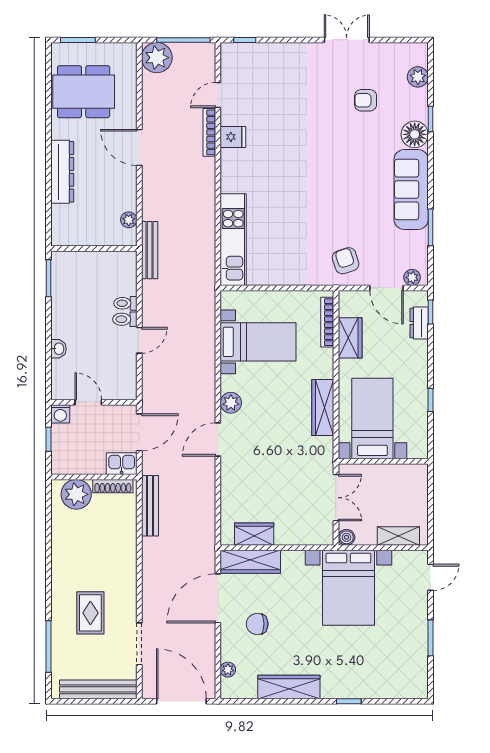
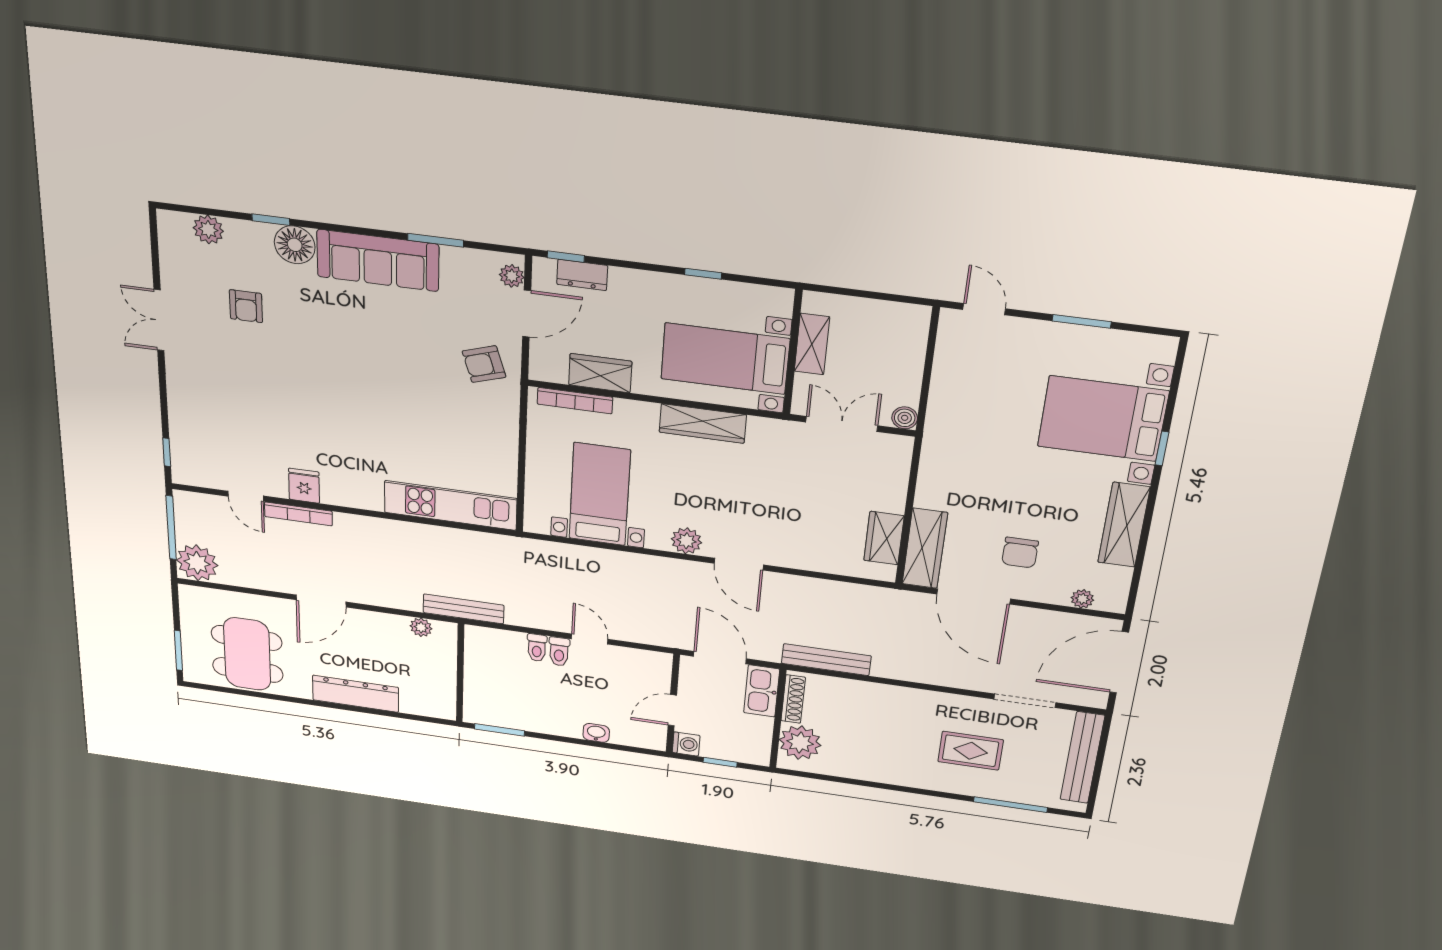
kitchen sink: (122, 464) -> (762, 691), width x1.38
shelving: (398, 536) -> (812, 344), moved
bed with nightstands: (348, 588) -> (1103, 419), moved, turned 180

